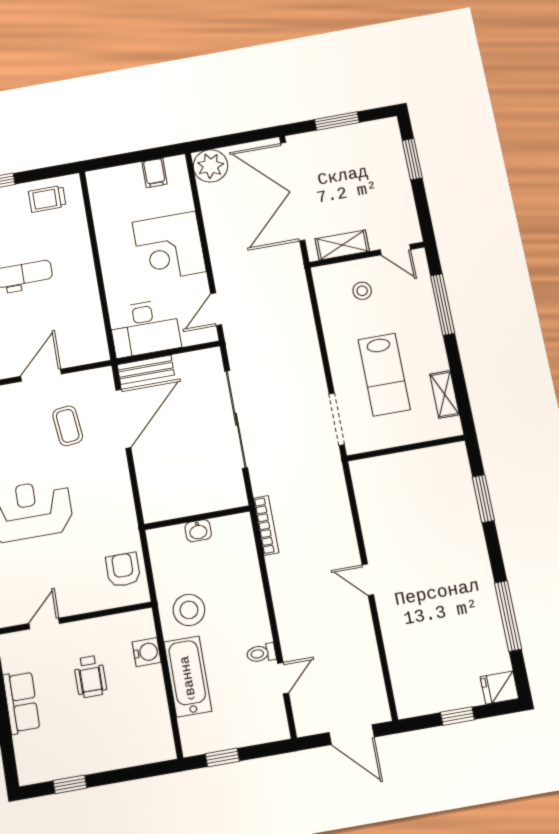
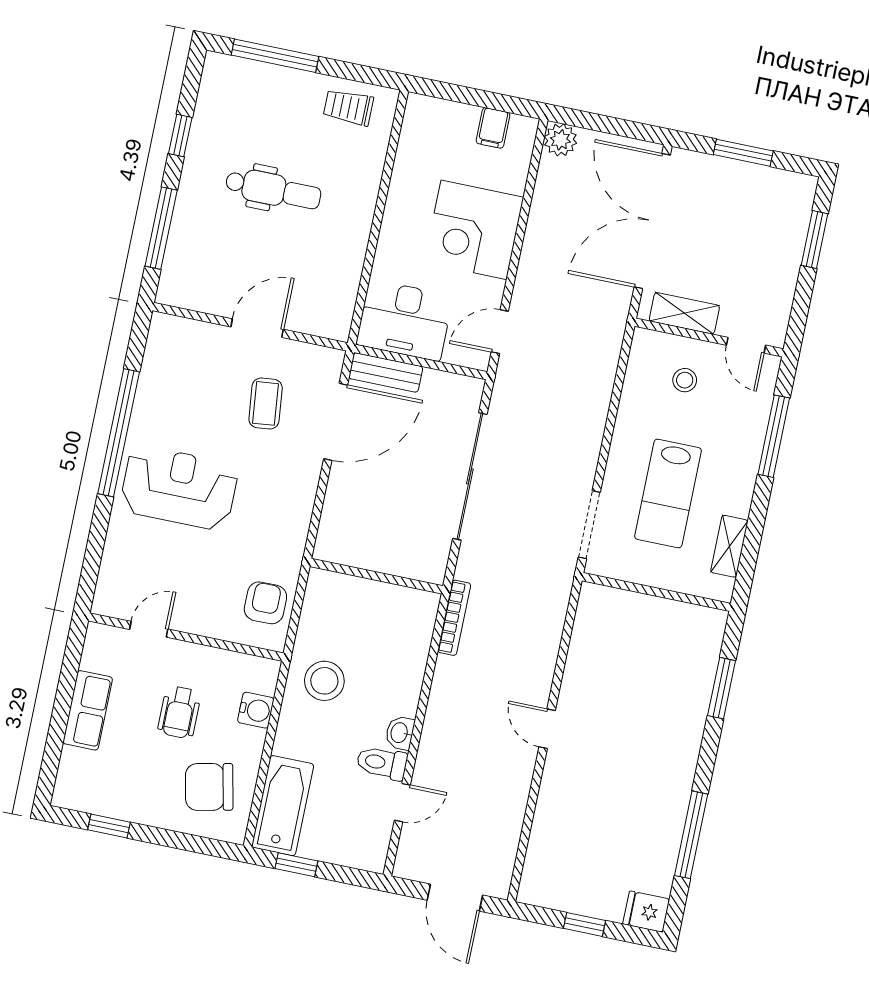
plant: (210, 166) -> (560, 140), width x0.73, depth x0.73
washbasin: (198, 531) -> (400, 733), moved, turned 90
toilet: (261, 653) -> (382, 763), width x1.37, depth x1.39
bathtub: (188, 676) -> (283, 806), moved
chair: (134, 724) -> (209, 787), added

